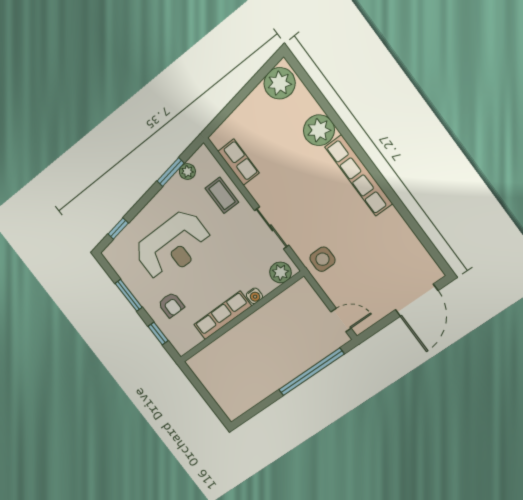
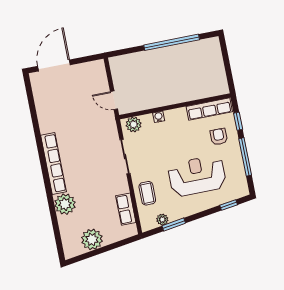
plant: (280, 83) -> (92, 239), moved
side table: (322, 259) -> (102, 120), removed
window: (129, 295) -> (245, 157), width x1.44
row of seats: (223, 315) -> (209, 109), moved
door: (341, 320) -> (114, 100), moved
window: (311, 372) -> (172, 42), moved

